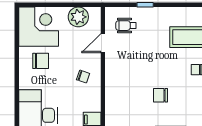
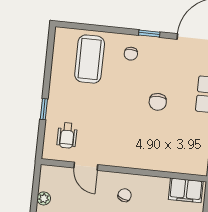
plant: (78, 17) -> (44, 198), width x0.53, depth x0.53

